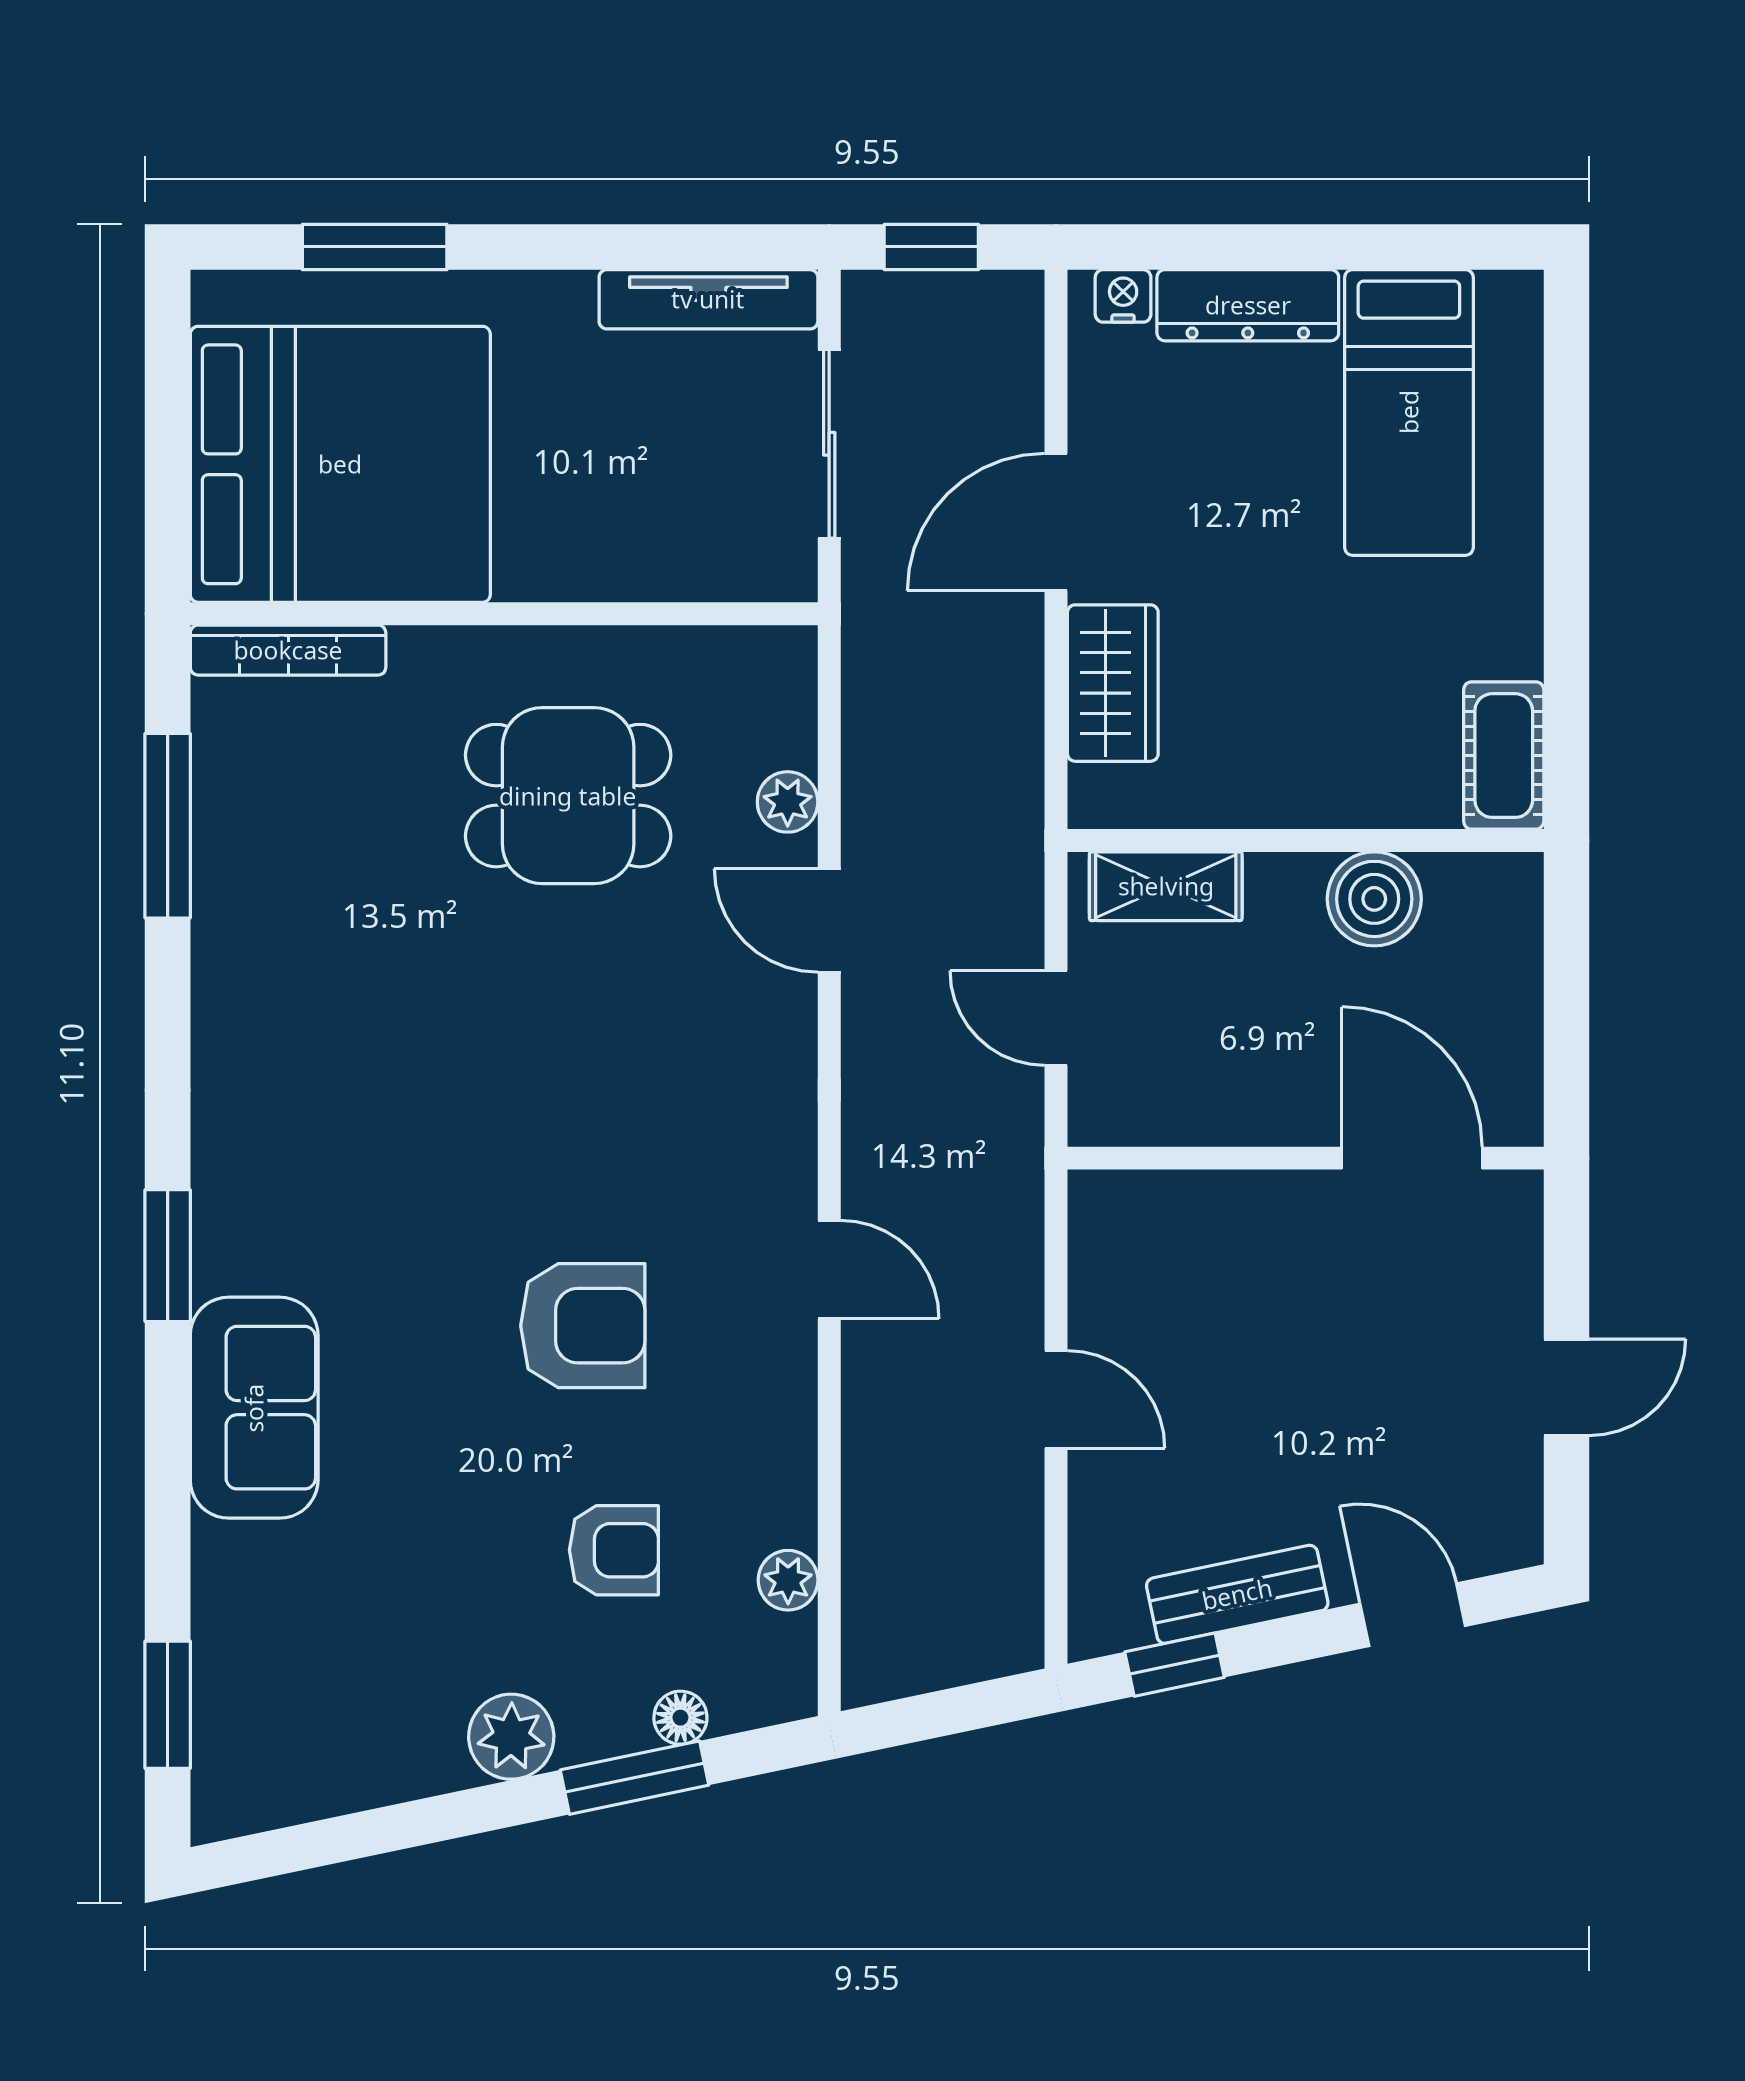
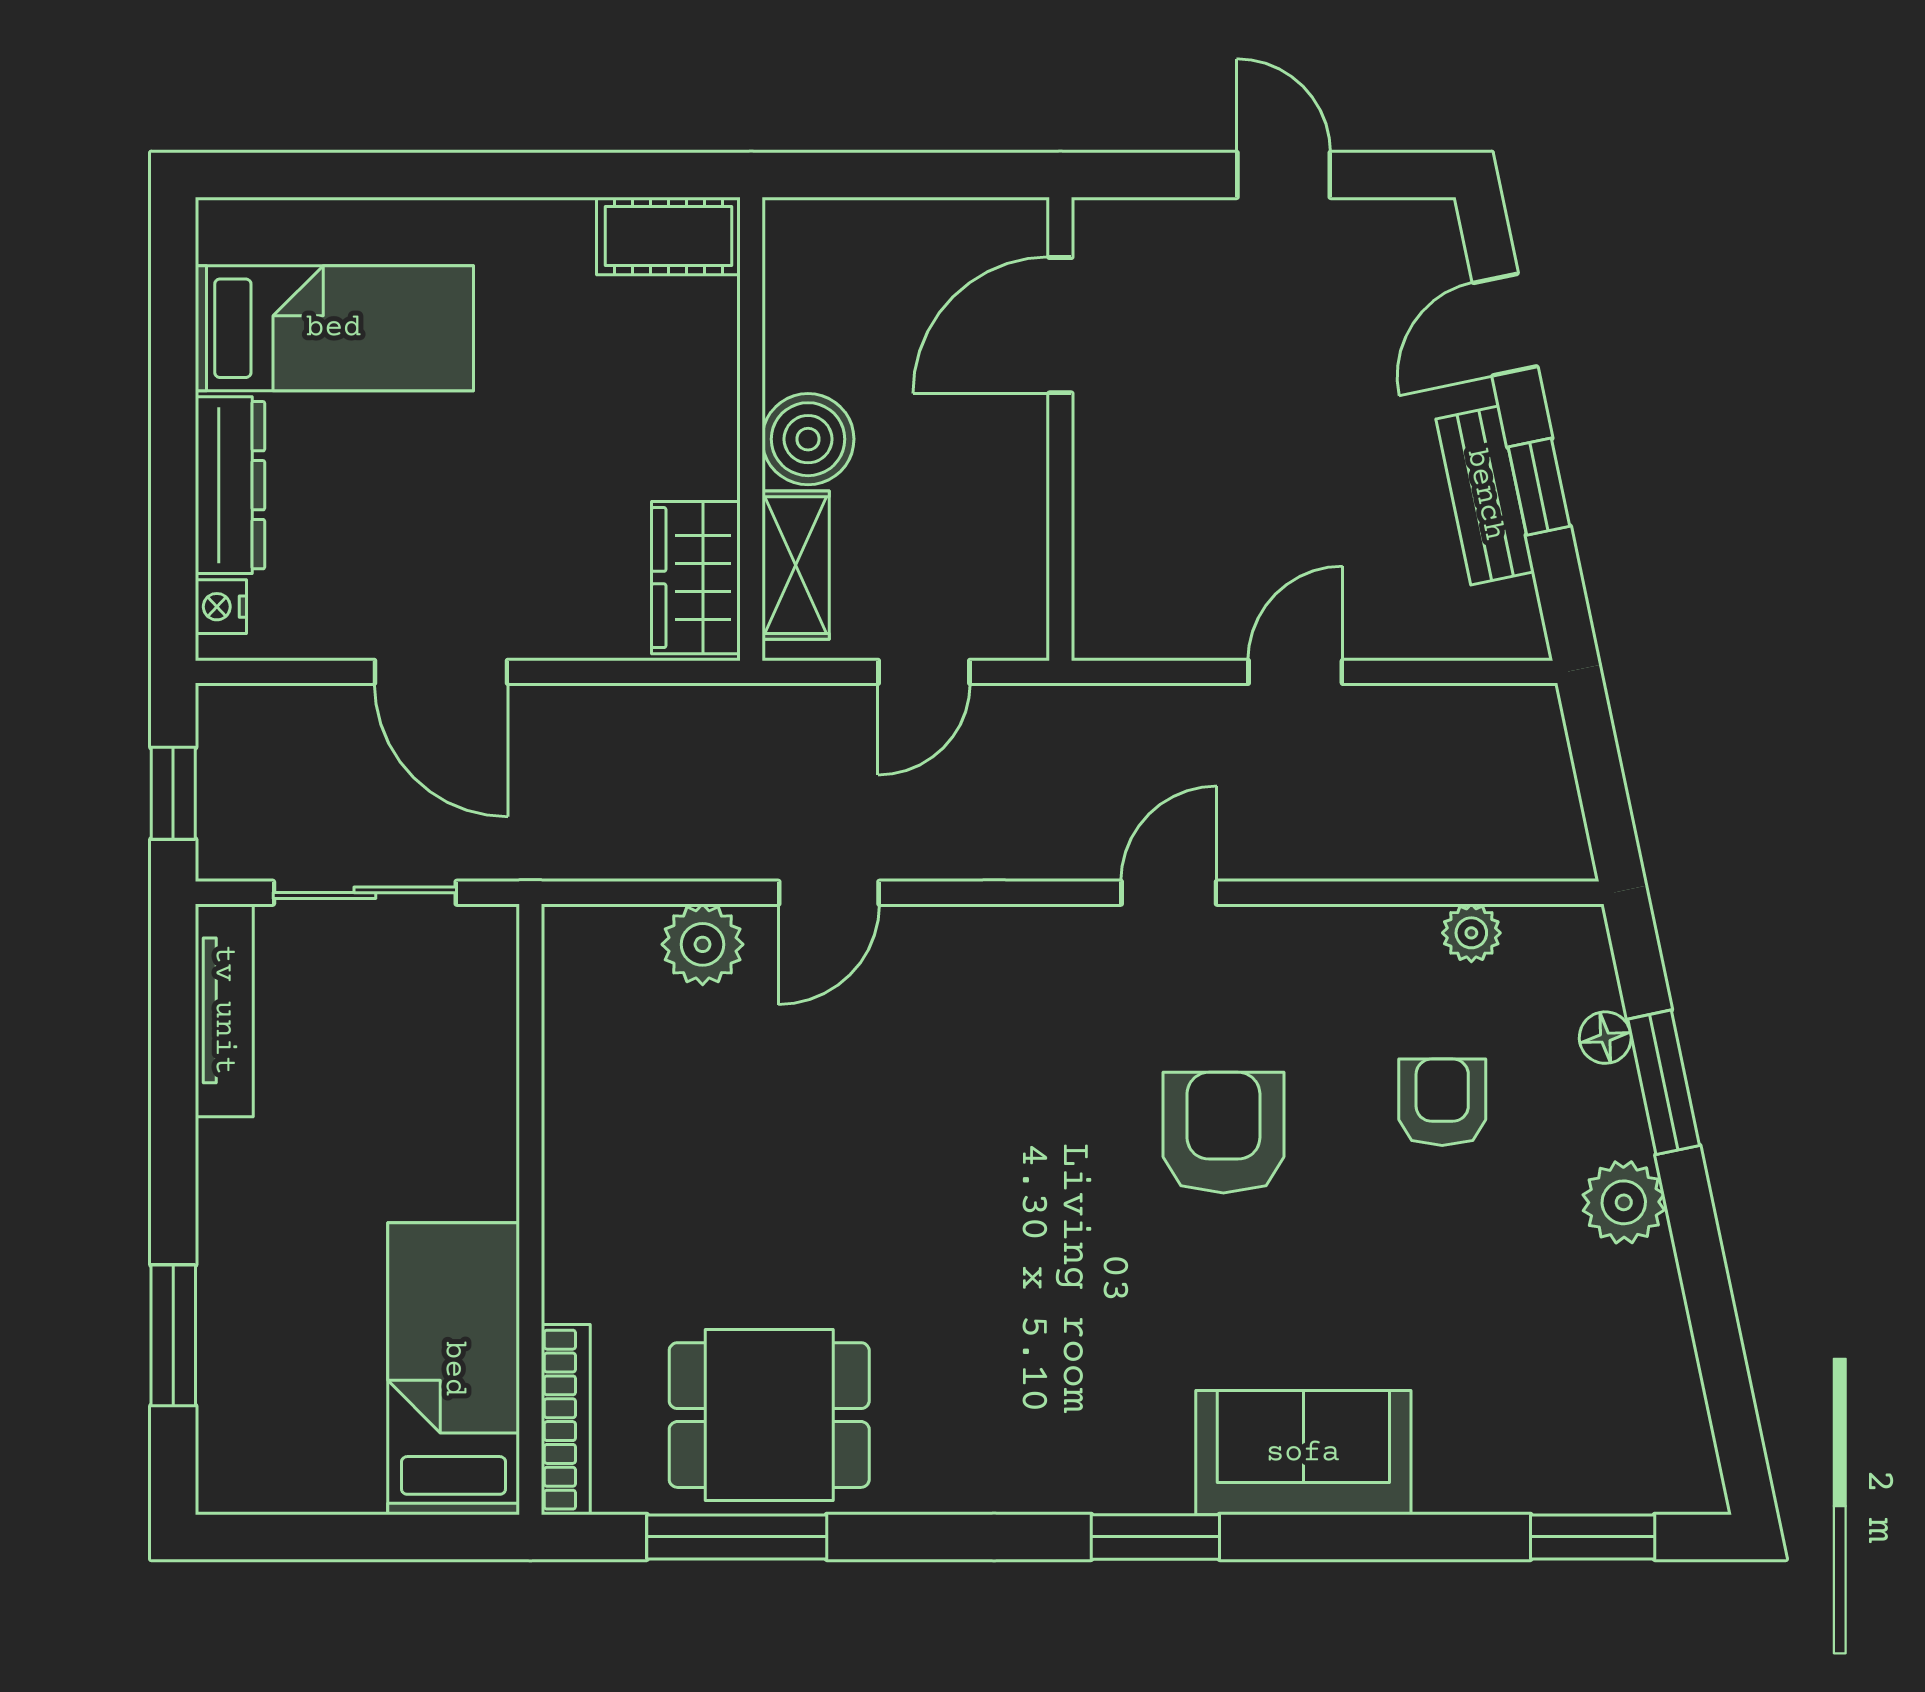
bed: (340, 464) -> (454, 1369), width x0.49
wardrobe: (1113, 683) -> (696, 578), moved, turned -90
dining table: (568, 796) -> (769, 1415), moved, turned 90
plant: (788, 802) -> (703, 944), width x1.38, depth x1.38
boiler: (1374, 899) -> (808, 439), moved
window: (1175, 1665) -> (1539, 487), moved

